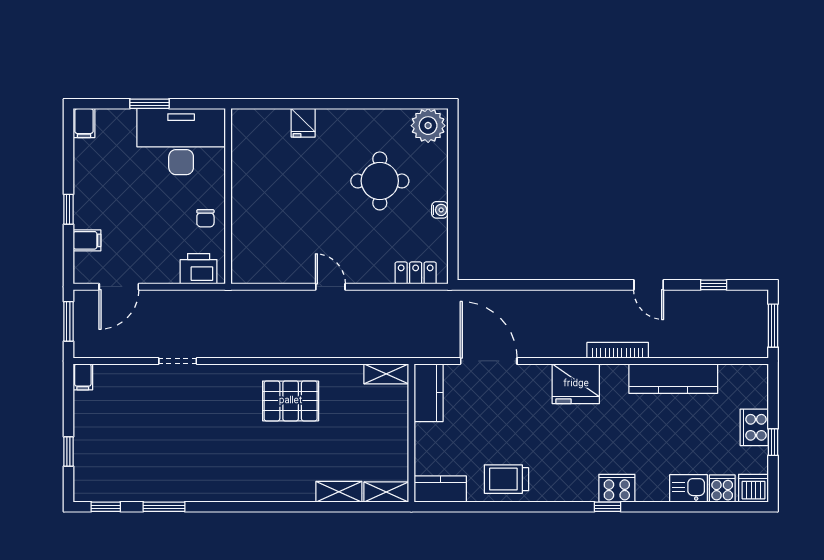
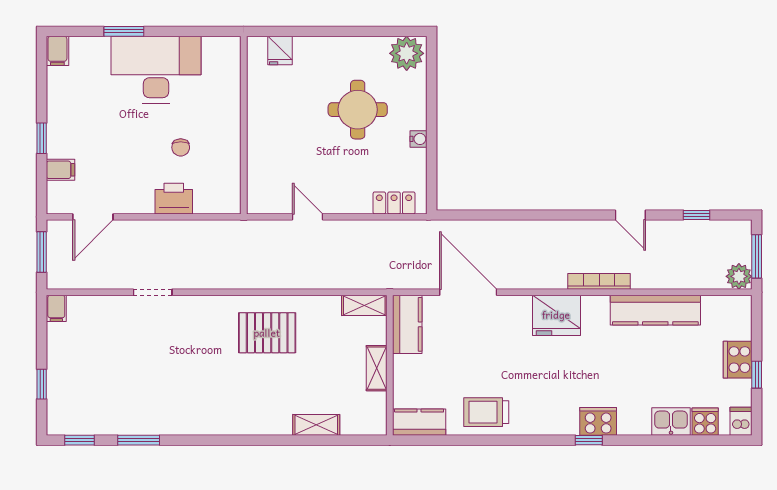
wall: (228, 196) -> (244, 125), moved
plant: (756, 345) -> (739, 276), added
dishwasher: (753, 488) -> (741, 421), width x0.73
shelving: (386, 492) -> (377, 368), moved, turned 90

